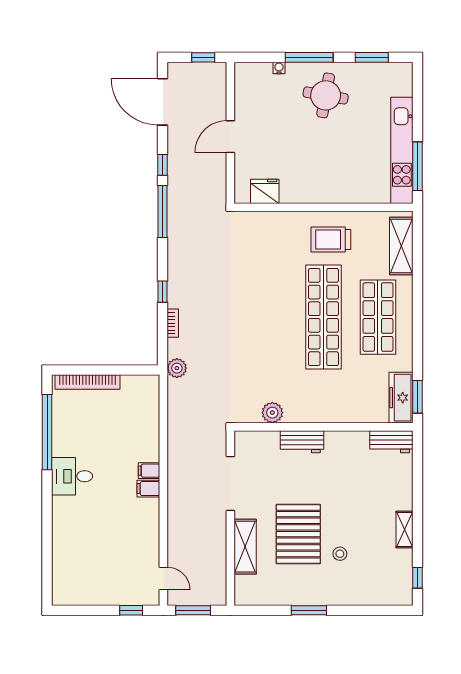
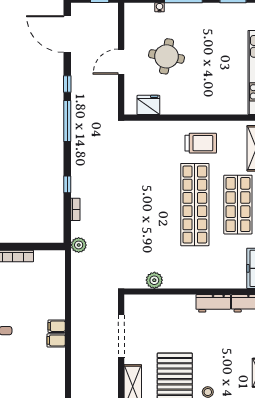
round table: (326, 95) -> (167, 56), moved
trolley: (331, 240) -> (201, 143), turned 180
workbench: (302, 442) -> (213, 303), moved

